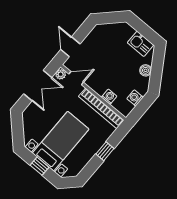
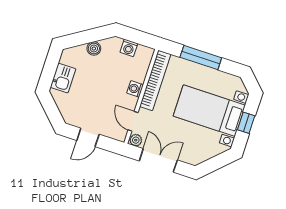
kitchen sink: (140, 44) -> (63, 78), moved
door: (70, 47) -> (88, 137), moved
washing machine: (109, 97) -> (135, 89), moved
window: (105, 151) -> (201, 58), width x2.17

